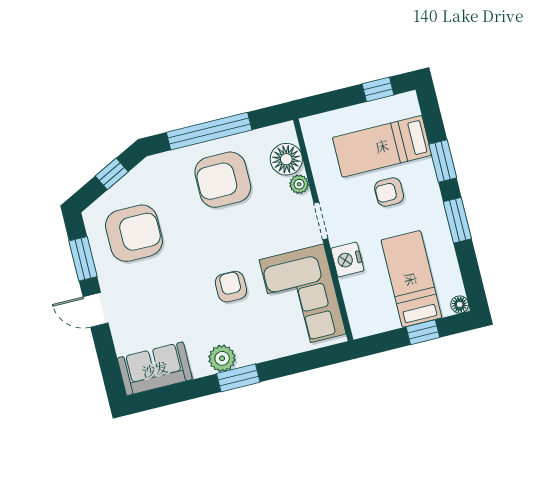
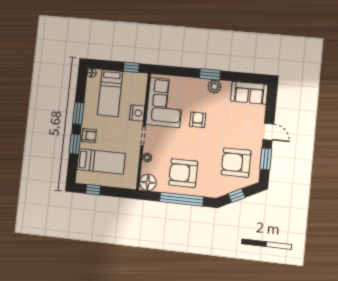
floor lamp: (286, 159) -> (148, 182), moved
armchair: (223, 180) -> (183, 173), turned 180
armchair: (389, 192) -> (89, 136), moved
armchair: (231, 287) -> (198, 120), turned 180
window: (423, 332) -> (131, 67), moved

